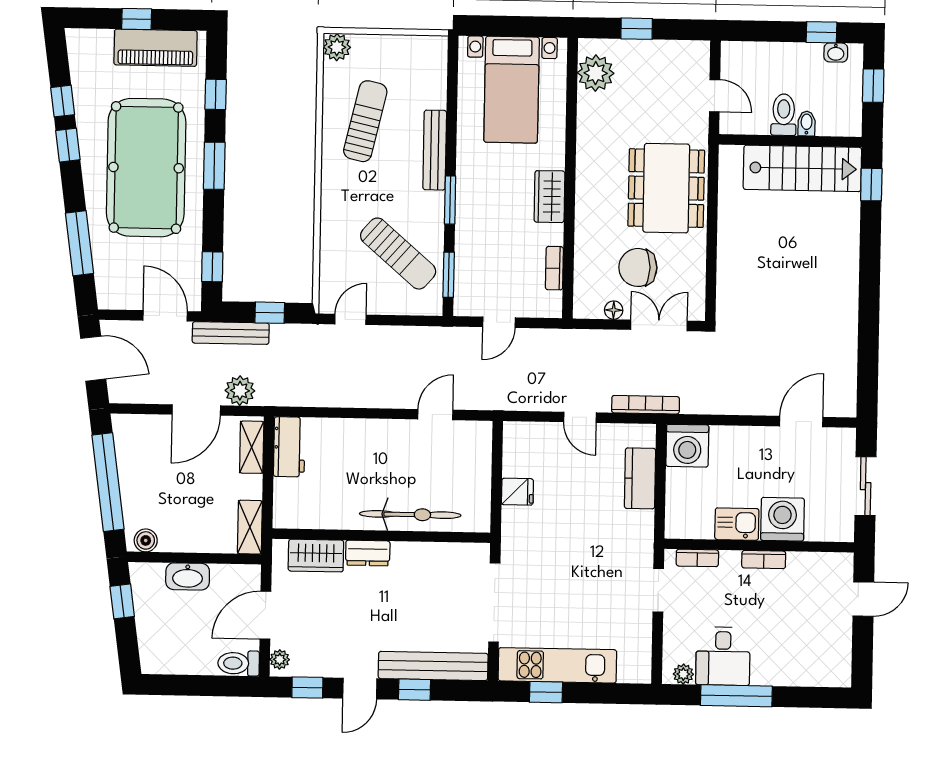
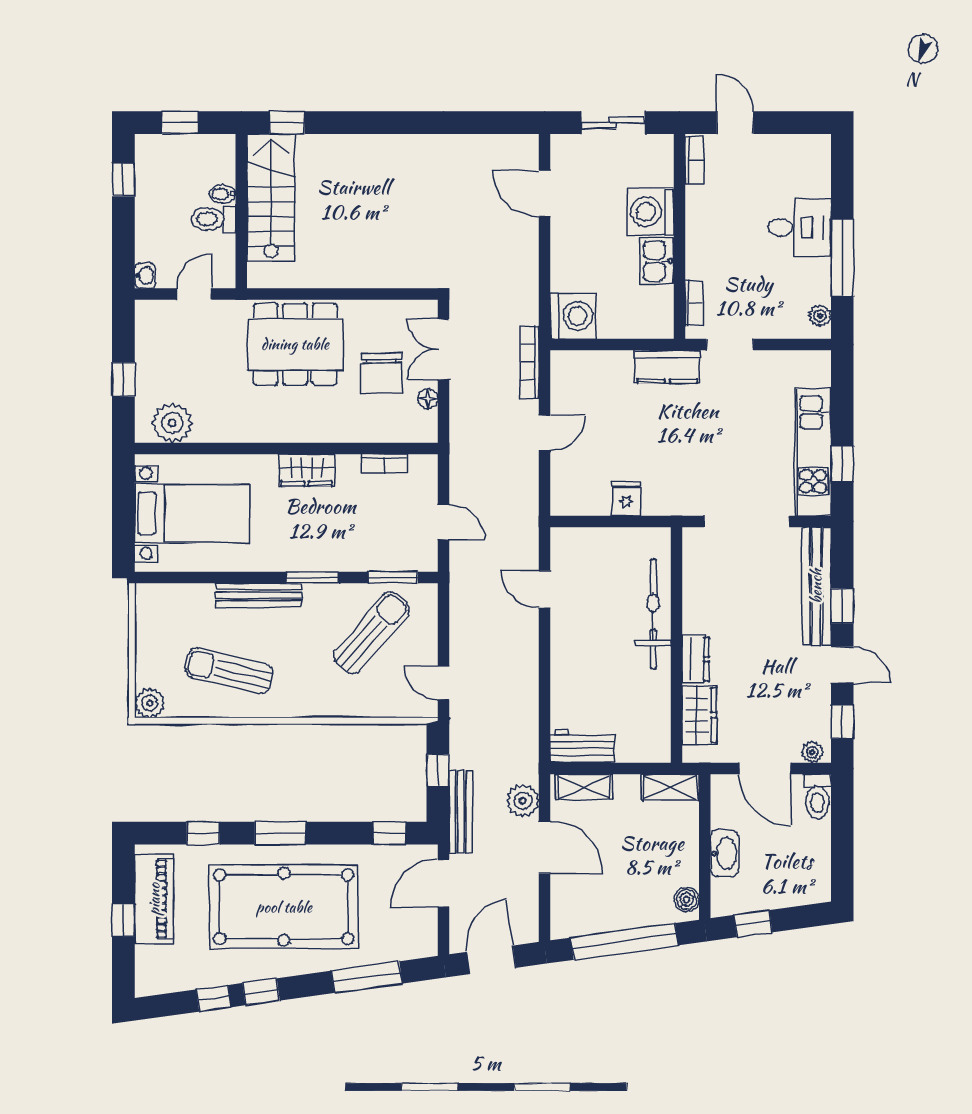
washbasin: (836, 52) -> (145, 276), moved
kitchen counter: (640, 478) -> (667, 367), moved
bookcase: (764, 560) -> (694, 160), moved
desk: (723, 656) -> (800, 228), moved

